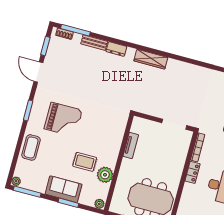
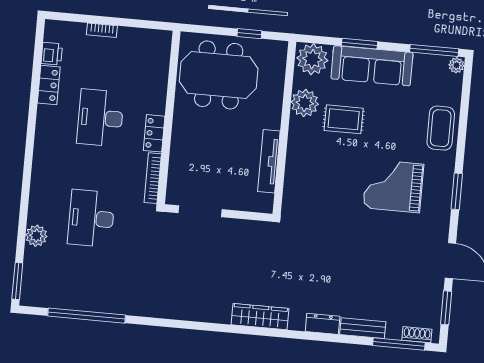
tv unit: (131, 146) -> (269, 161), width x1.41
sofa: (64, 189) -> (372, 66), width x1.36
plant: (99, 204) -> (312, 59), width x1.88, depth x1.88

